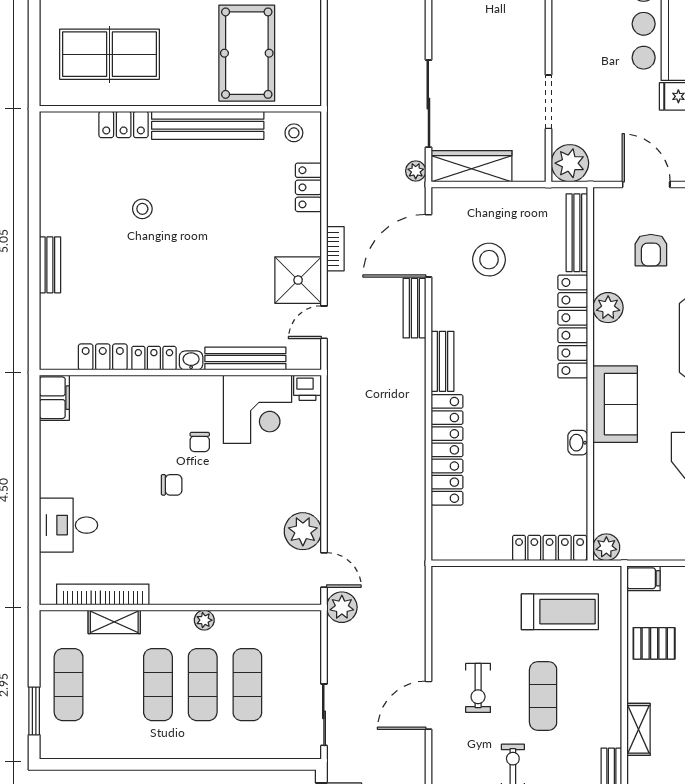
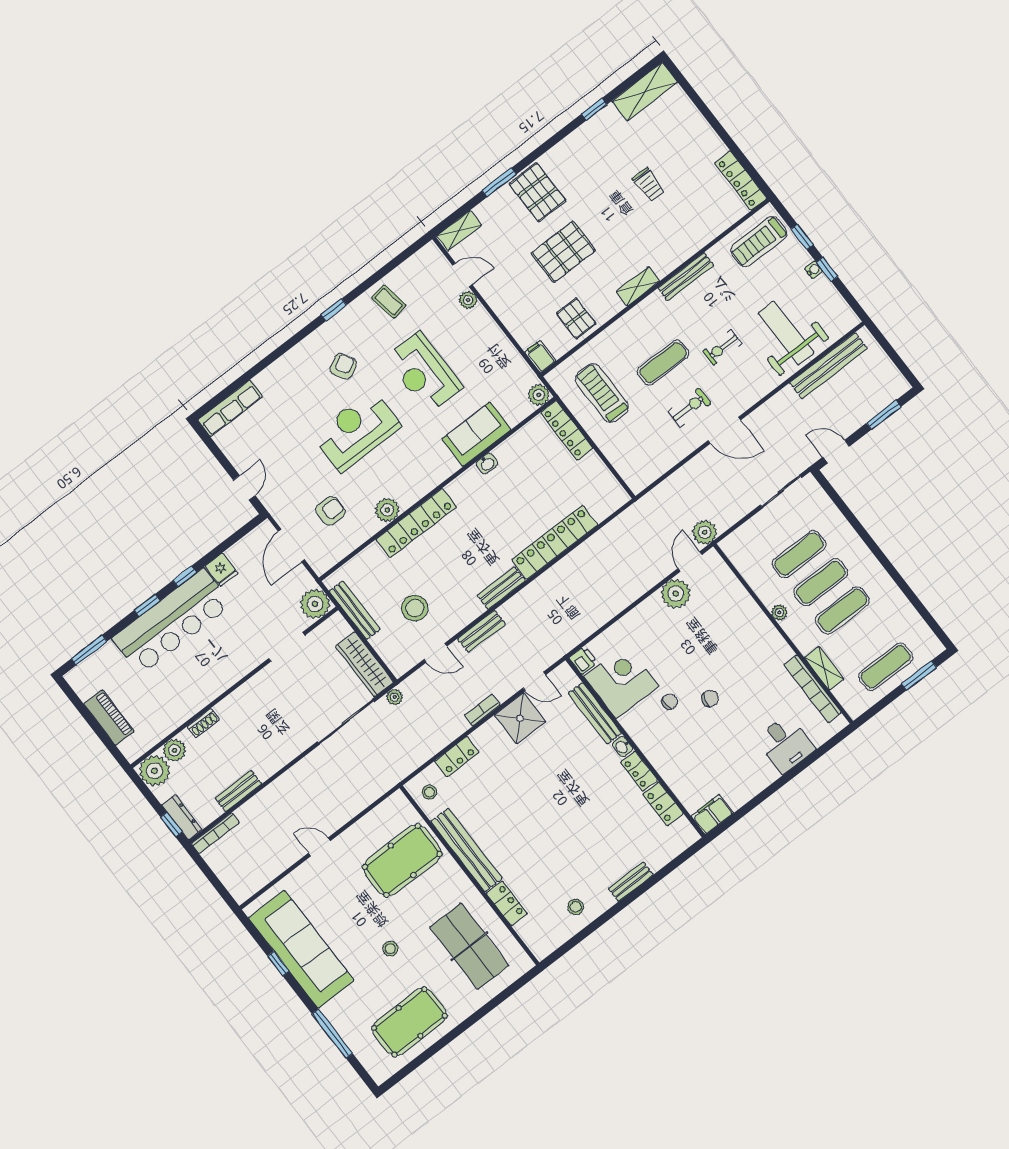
stool: (142, 209) -> (576, 907), moved
bench: (577, 233) -> (355, 610), moved, turned 90
door: (428, 246) -> (435, 653), width x0.53
sofa: (615, 404) -> (476, 434), moved
chair: (172, 485) -> (710, 699), turned 108

